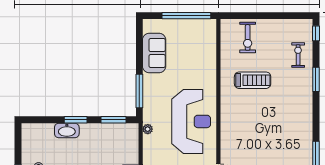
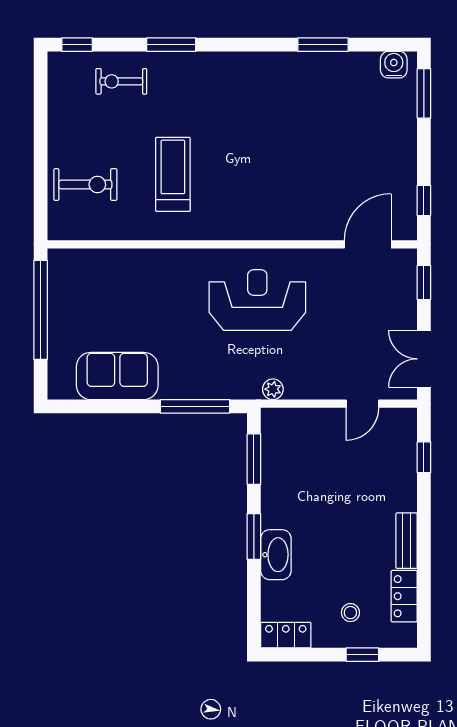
reception desk: (191, 121) -> (257, 300), width x0.74, depth x0.77
locker: (28, 135) -> (286, 635), added

